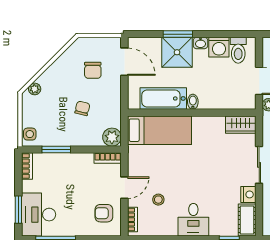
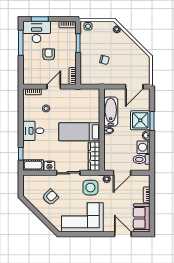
chair: (93, 70) -> (129, 67), removed
wardrobe: (241, 125) -> (94, 156), width x1.50
bed: (159, 130) -> (79, 132), moved, turned 90
plant: (112, 137) -> (86, 79), removed
door: (124, 188) -> (54, 87), swing flipped
armchair: (104, 213) -> (49, 55), moved

